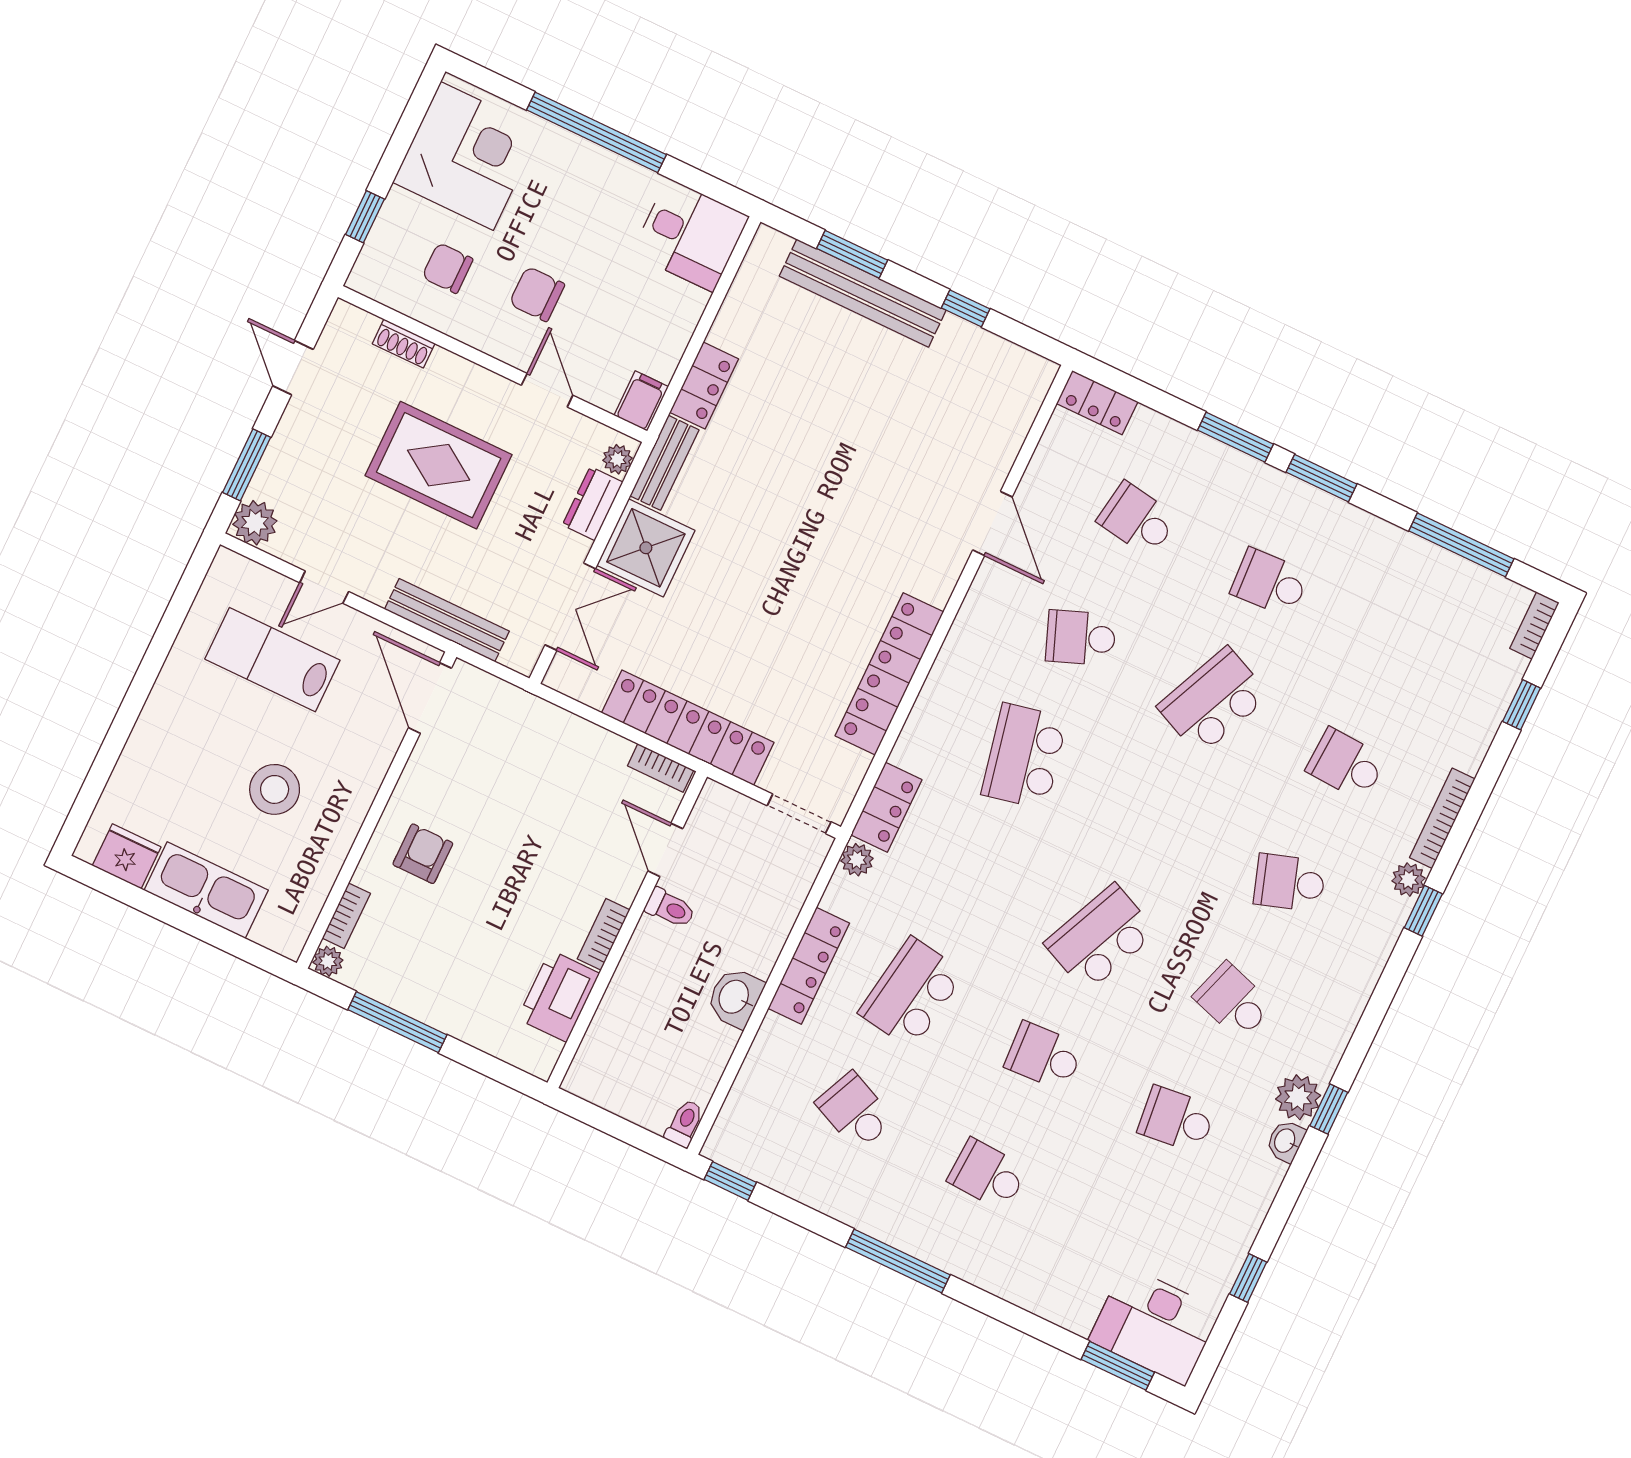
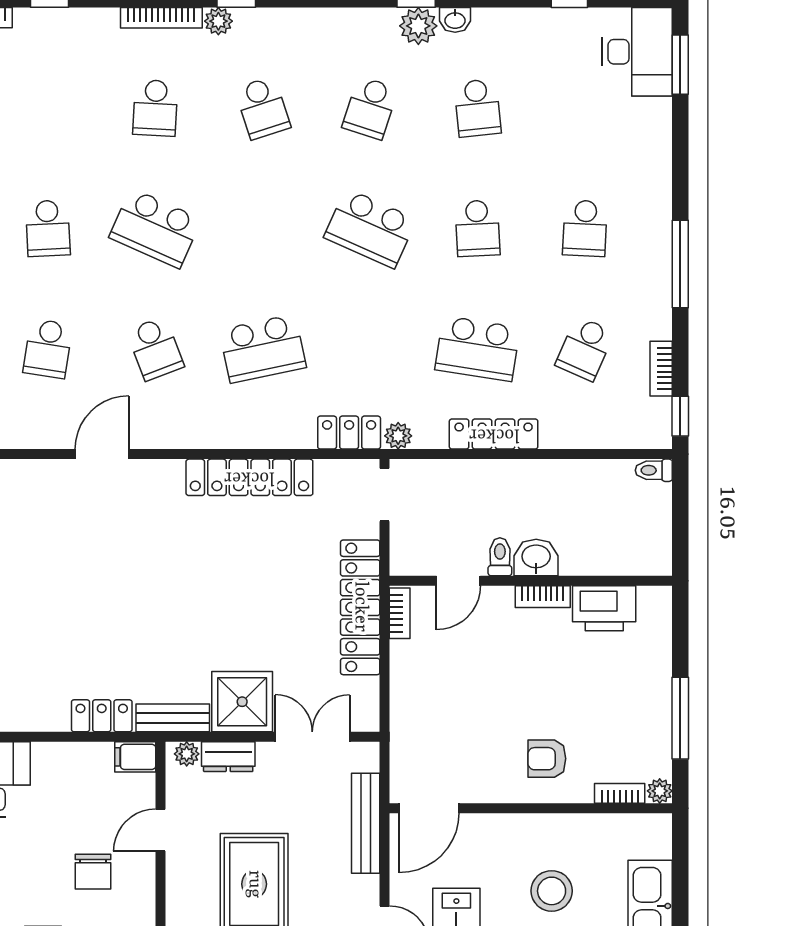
washbasin: (735, 997) -> (536, 557), moved, turned 180
bookcase: (793, 1185) -> (661, 369), added

